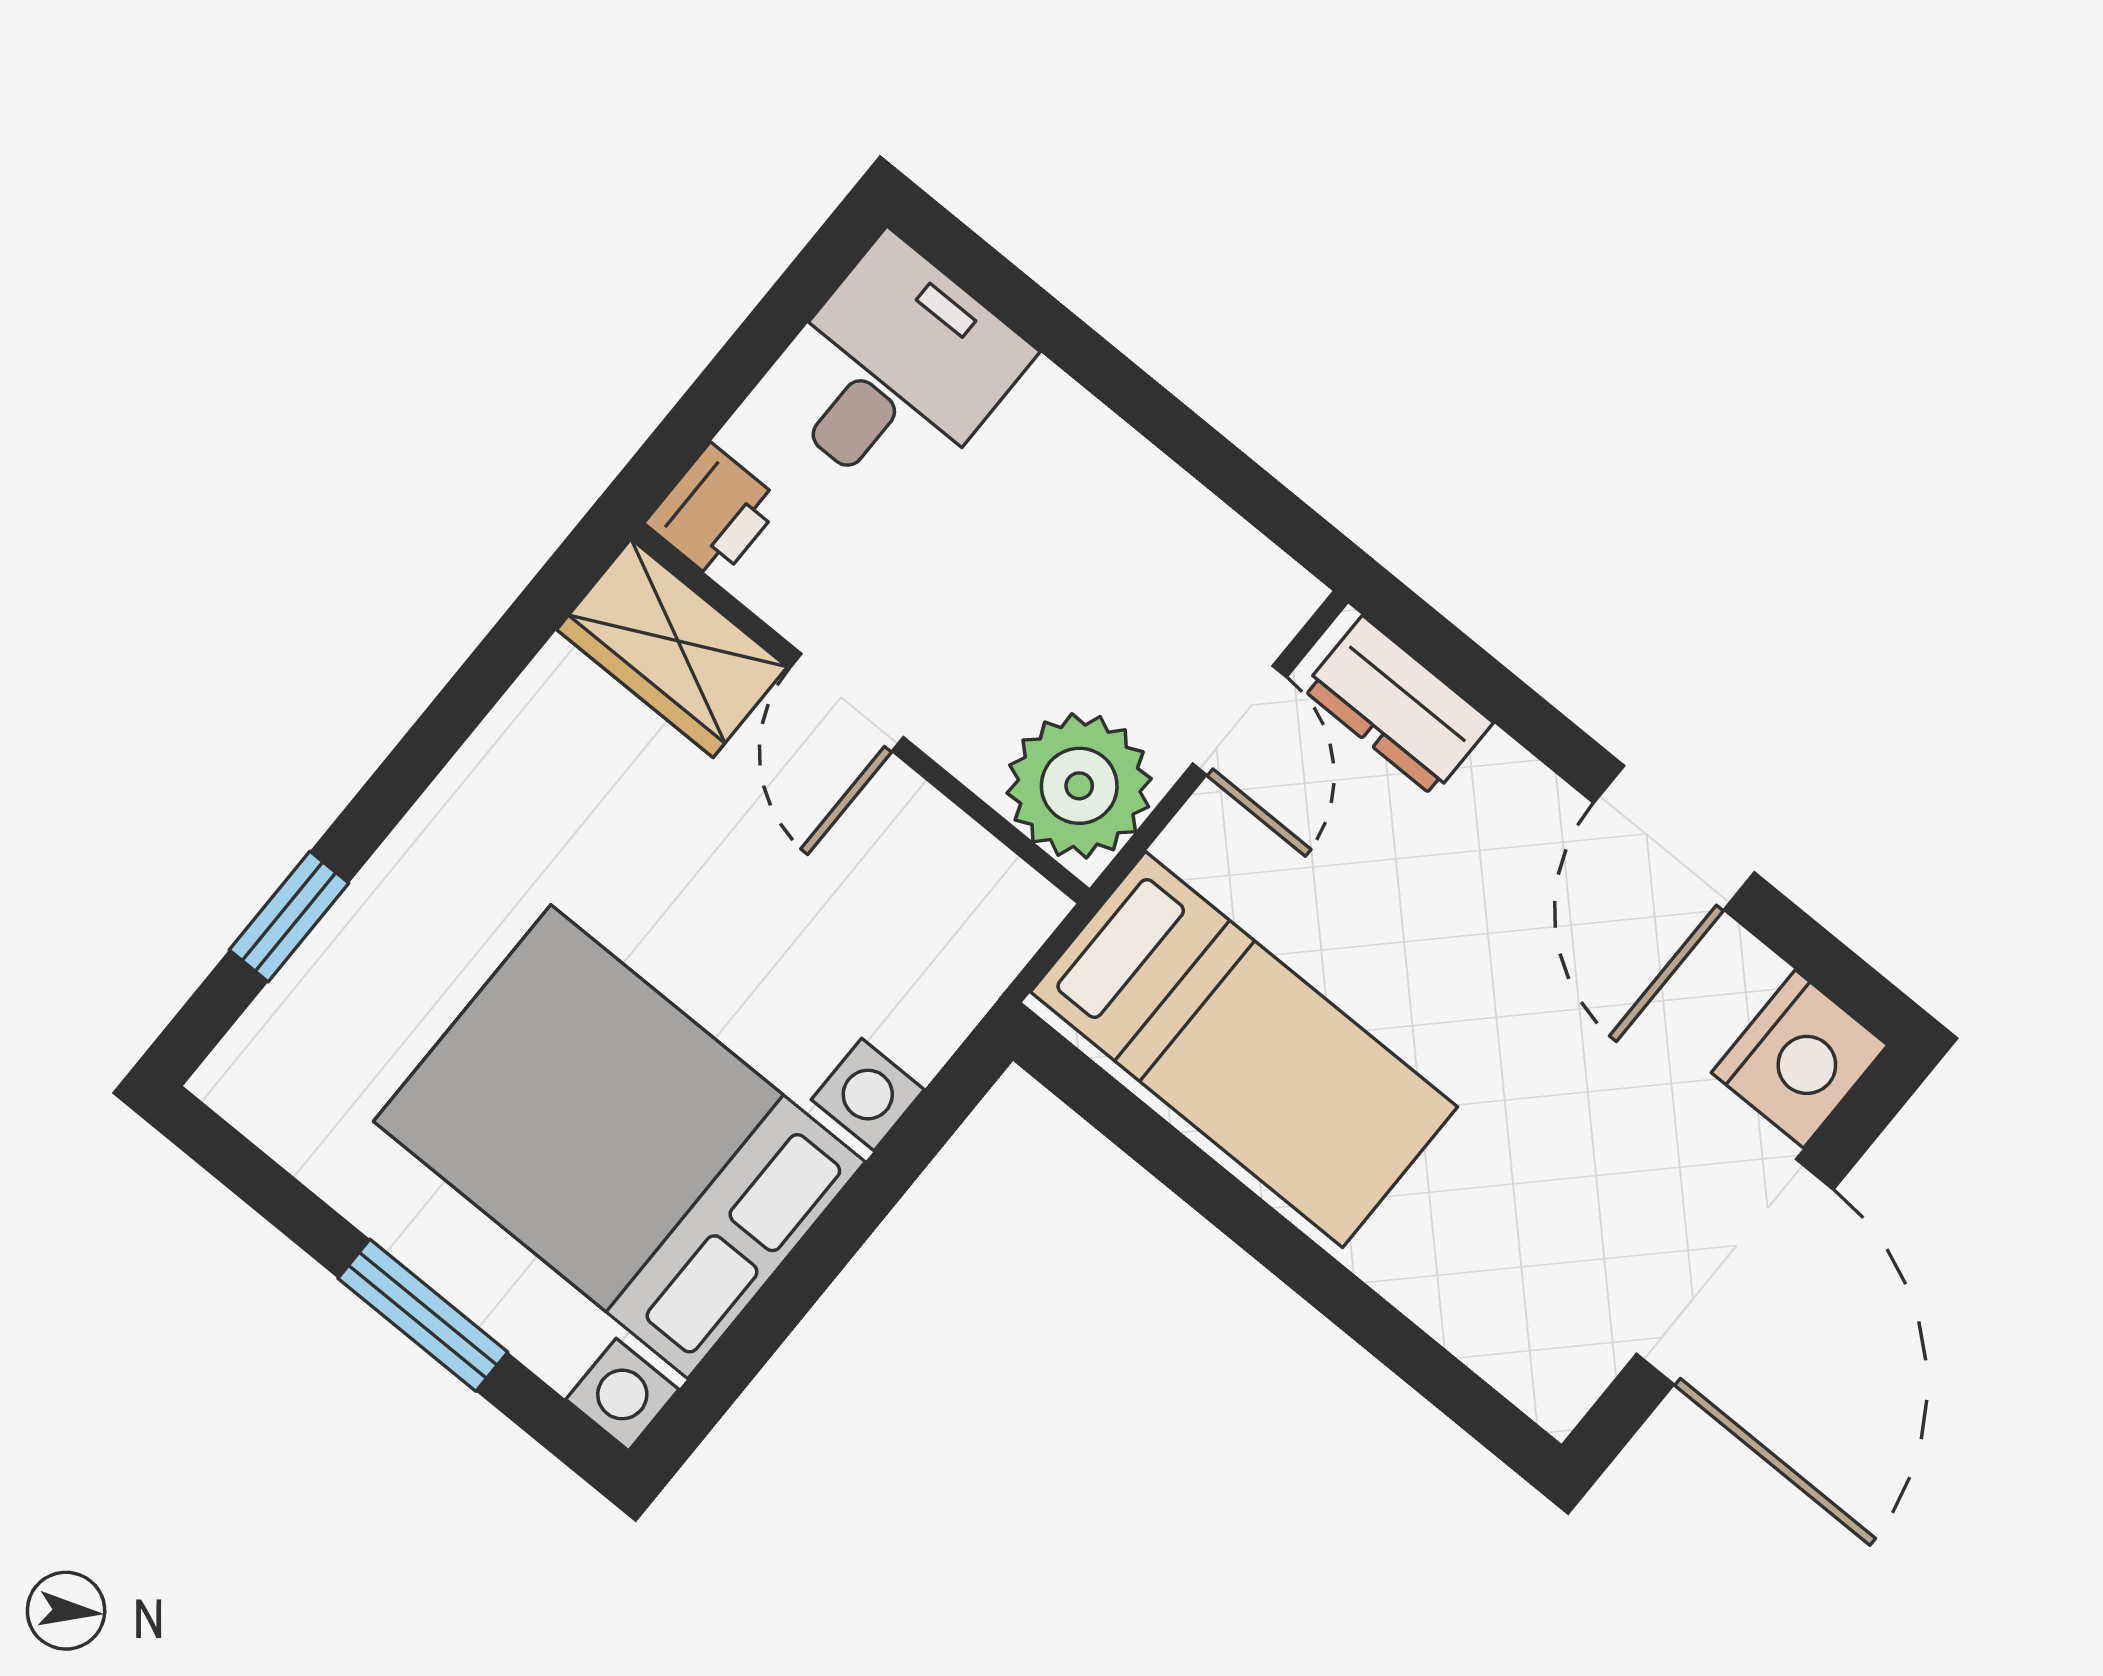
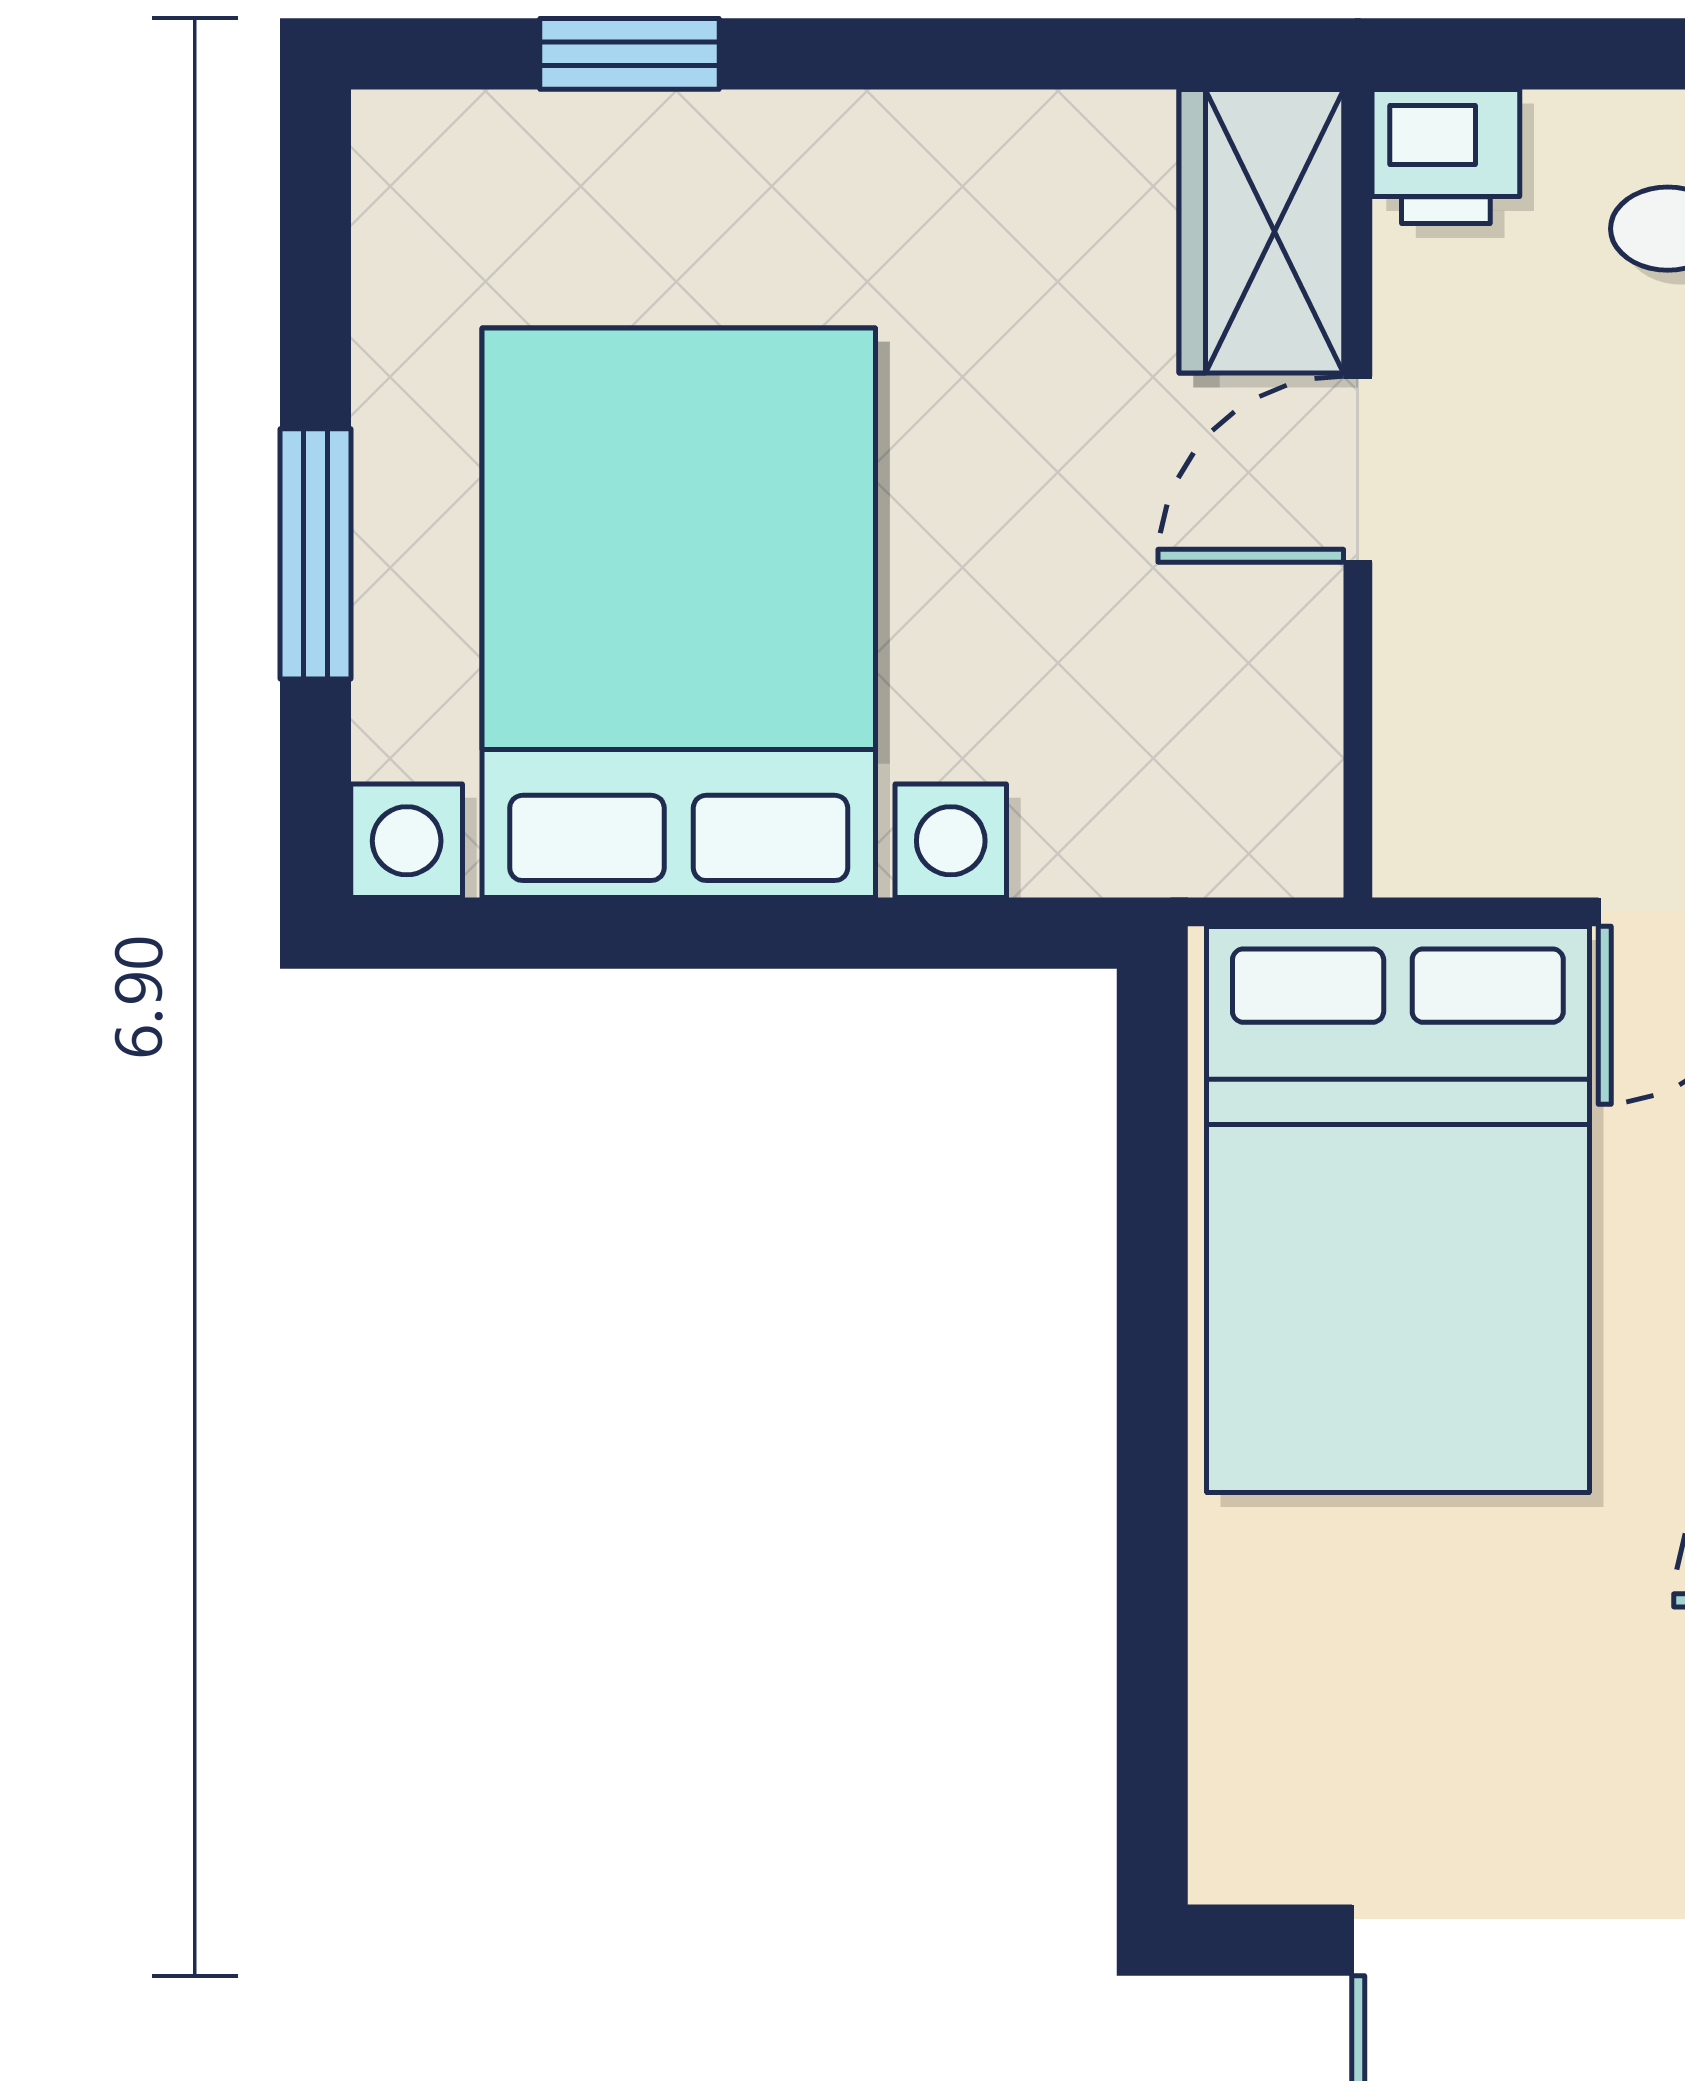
plant: (1079, 786) -> (1474, 796), removed
bed: (1244, 1049) -> (1398, 1209), width x1.50

